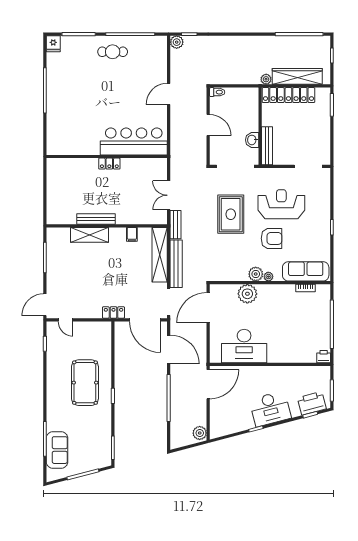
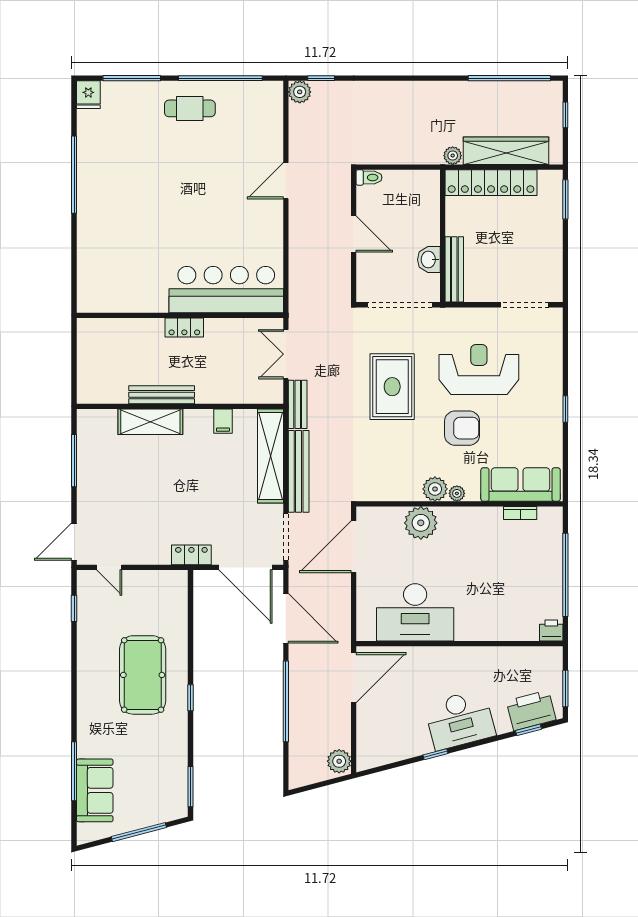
bar counter: (134, 141) -> (226, 290), moved
wall: (107, 156) -> (180, 315), moved
locker: (109, 164) -> (184, 328), moved

